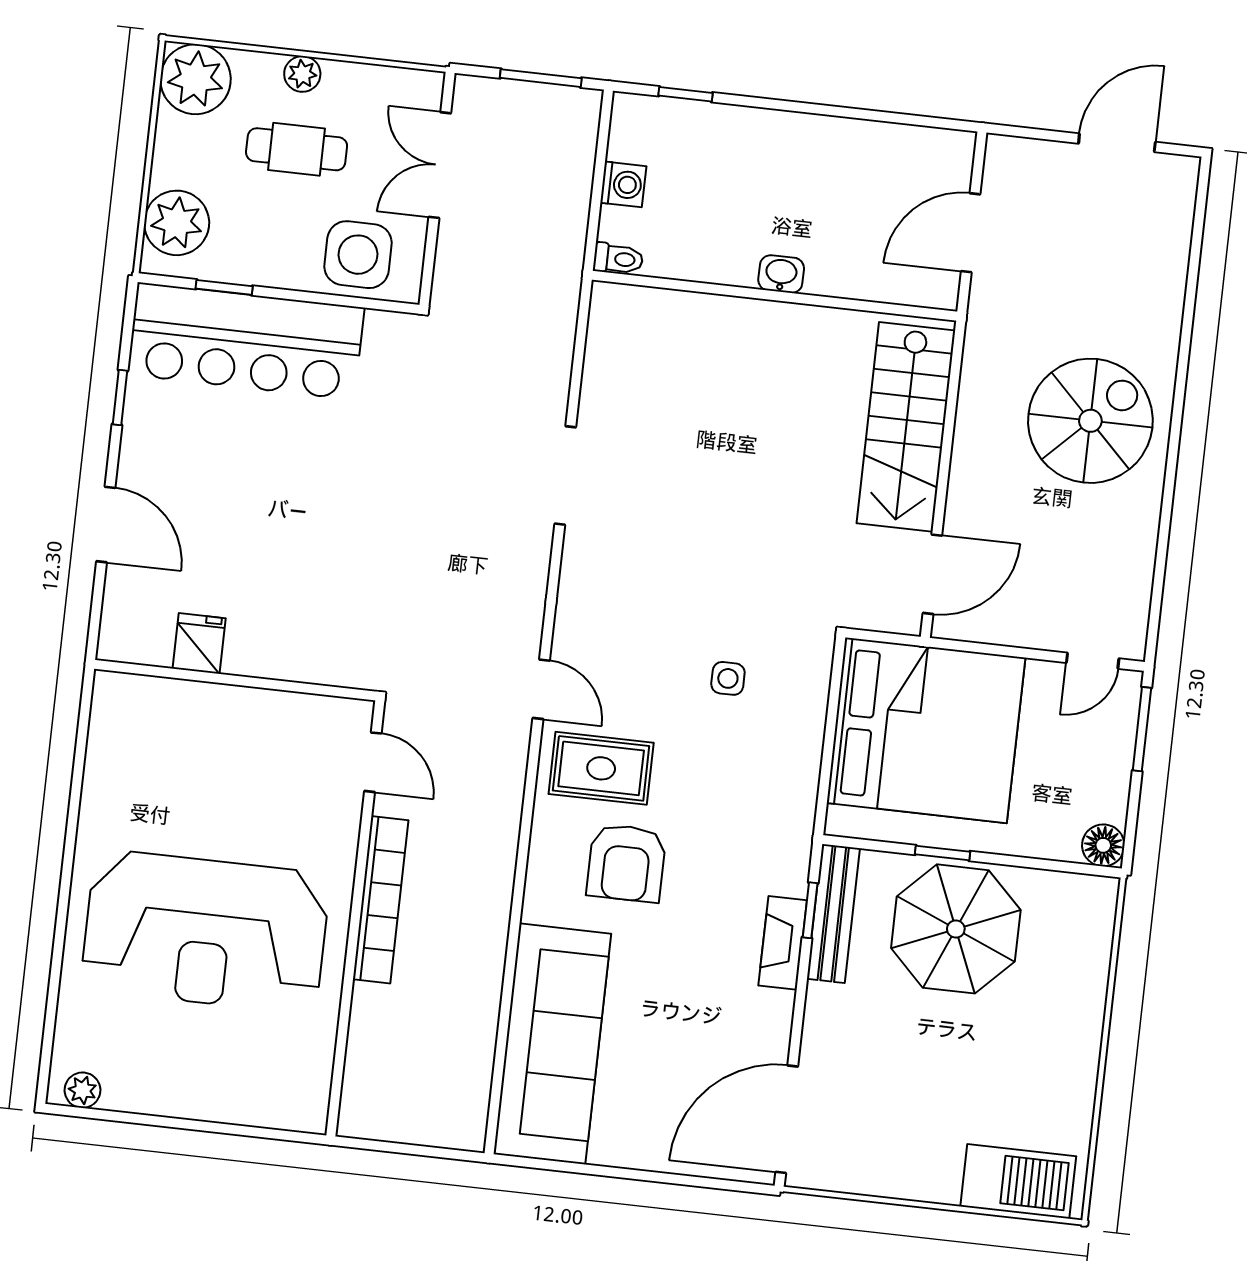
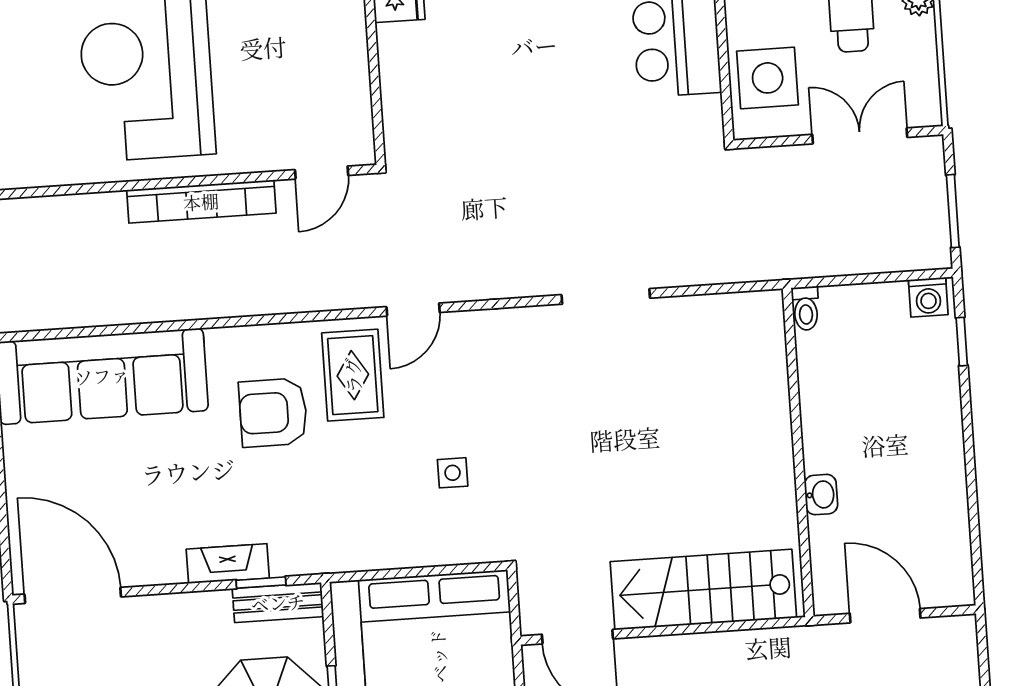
washing machine: (623, 184) -> (928, 297), moved
washbasin: (781, 274) -> (821, 495), moved
bench: (833, 914) -> (278, 603), width x0.73

